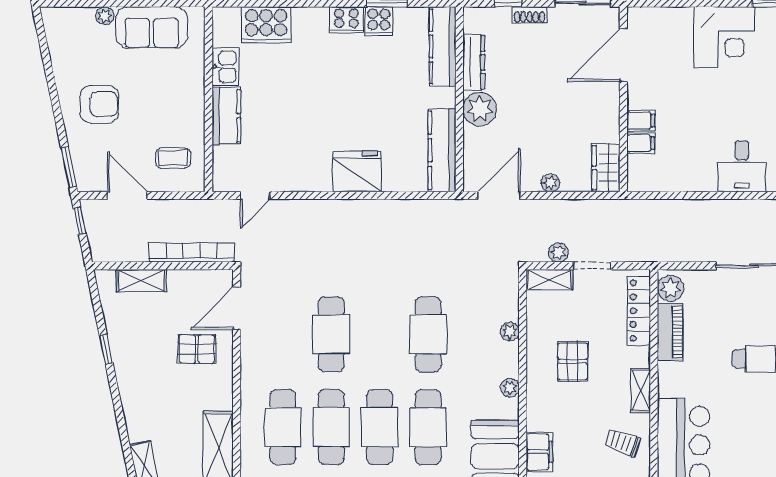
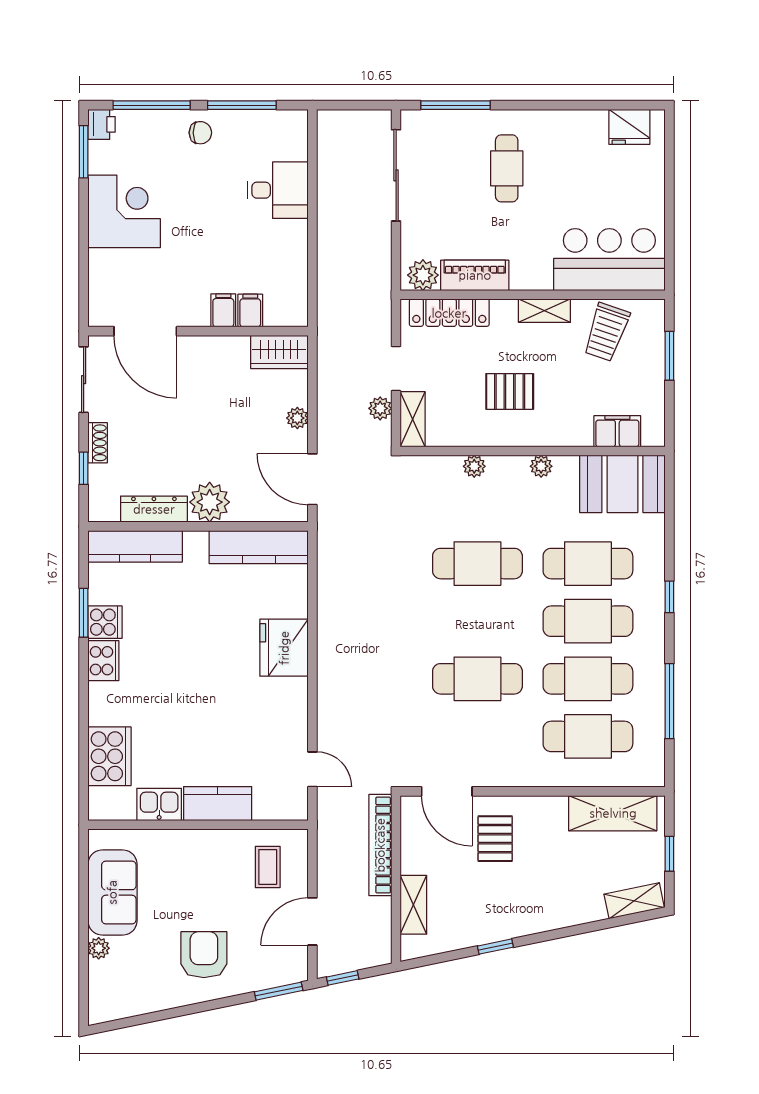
trolley: (623, 443) -> (606, 332), width x1.36, depth x1.39

